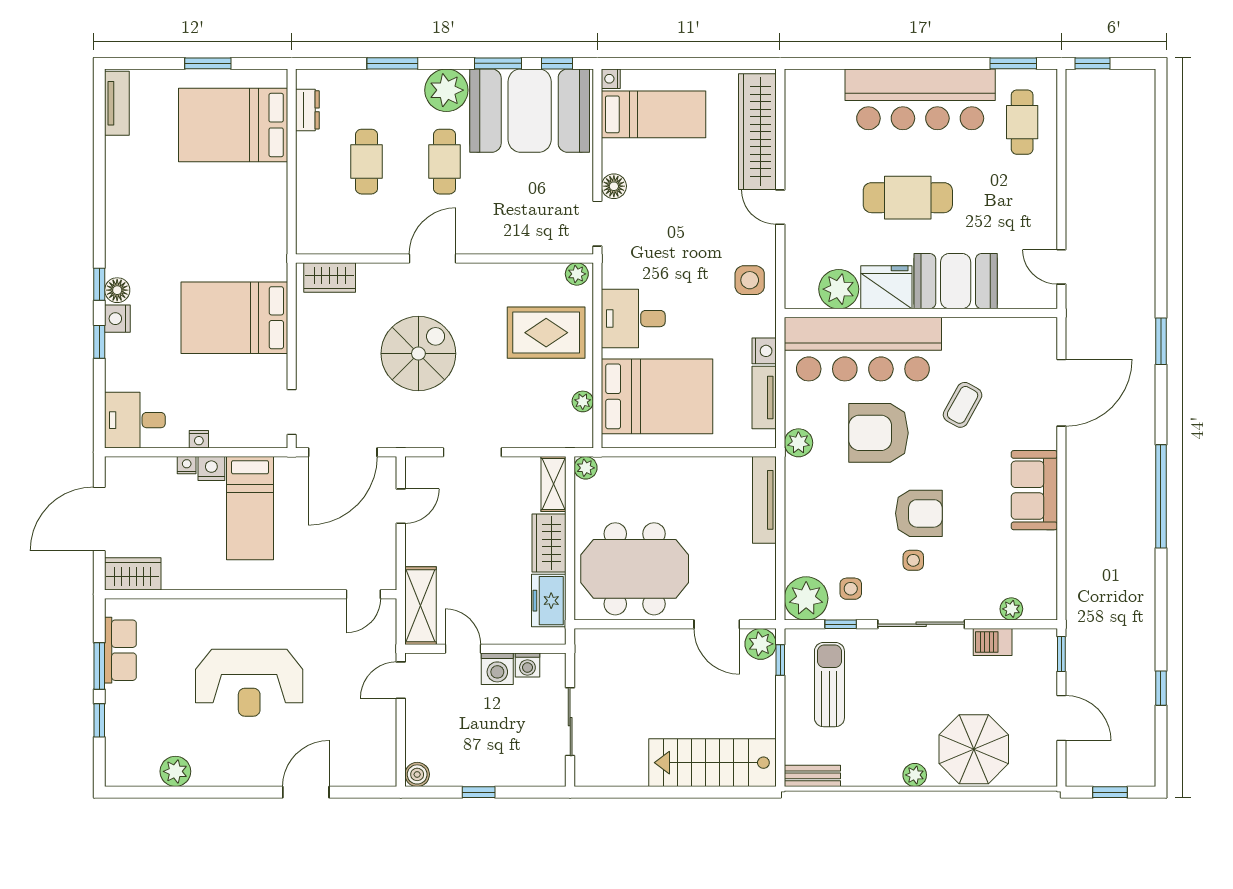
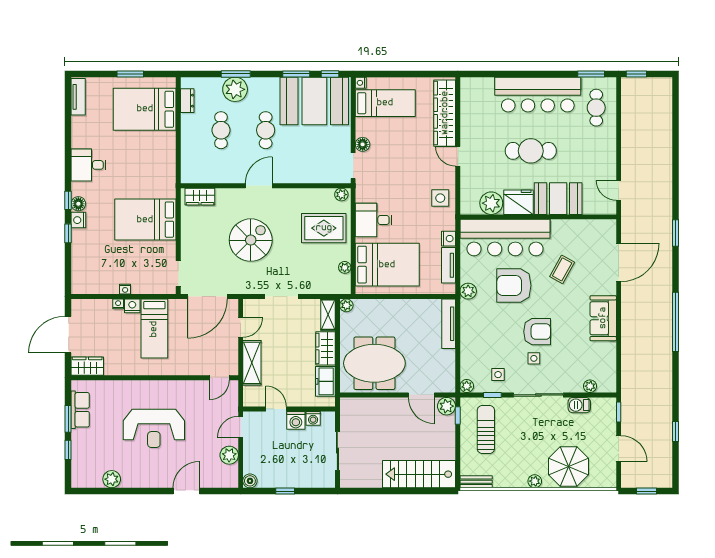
plant: (446, 90) -> (235, 89), moved
desk: (135, 420) -> (88, 165), moved
plant: (806, 598) -> (467, 386), width x0.53, depth x0.53
shelving: (421, 606) -> (252, 363), moved
plant: (381, 729) -> (229, 455), added

